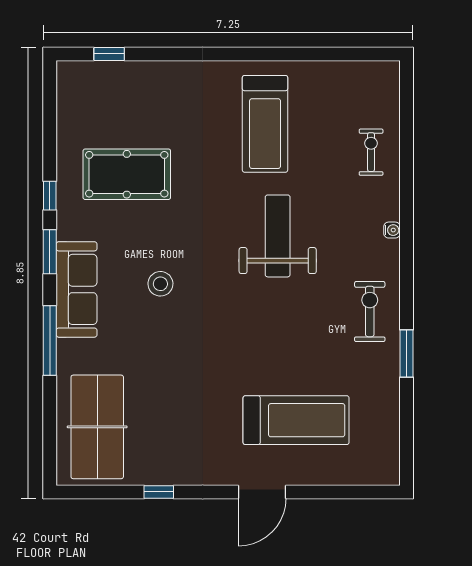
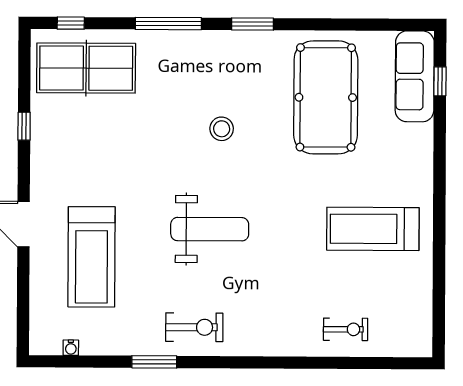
pool table: (127, 174) -> (326, 97), width x1.36, depth x1.32
window: (50, 196) -> (71, 23), moved
water cooler: (392, 230) -> (71, 348), moved
weight bench: (278, 236) -> (210, 229), moved
sofa: (77, 289) -> (415, 76), moved, turned 90

